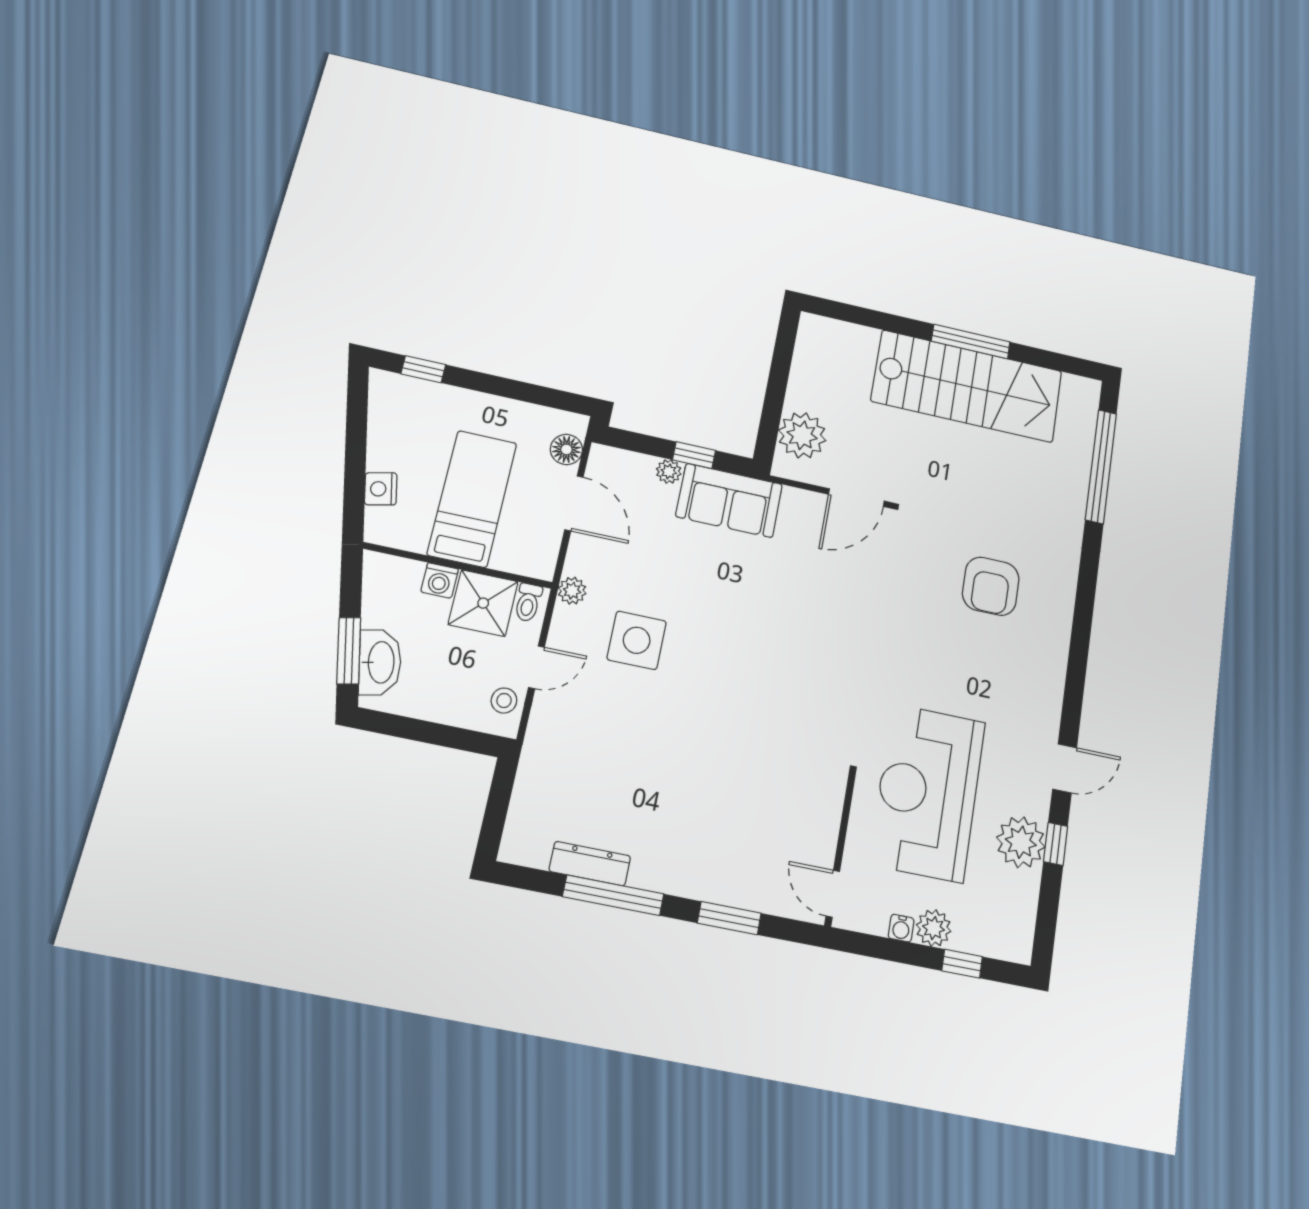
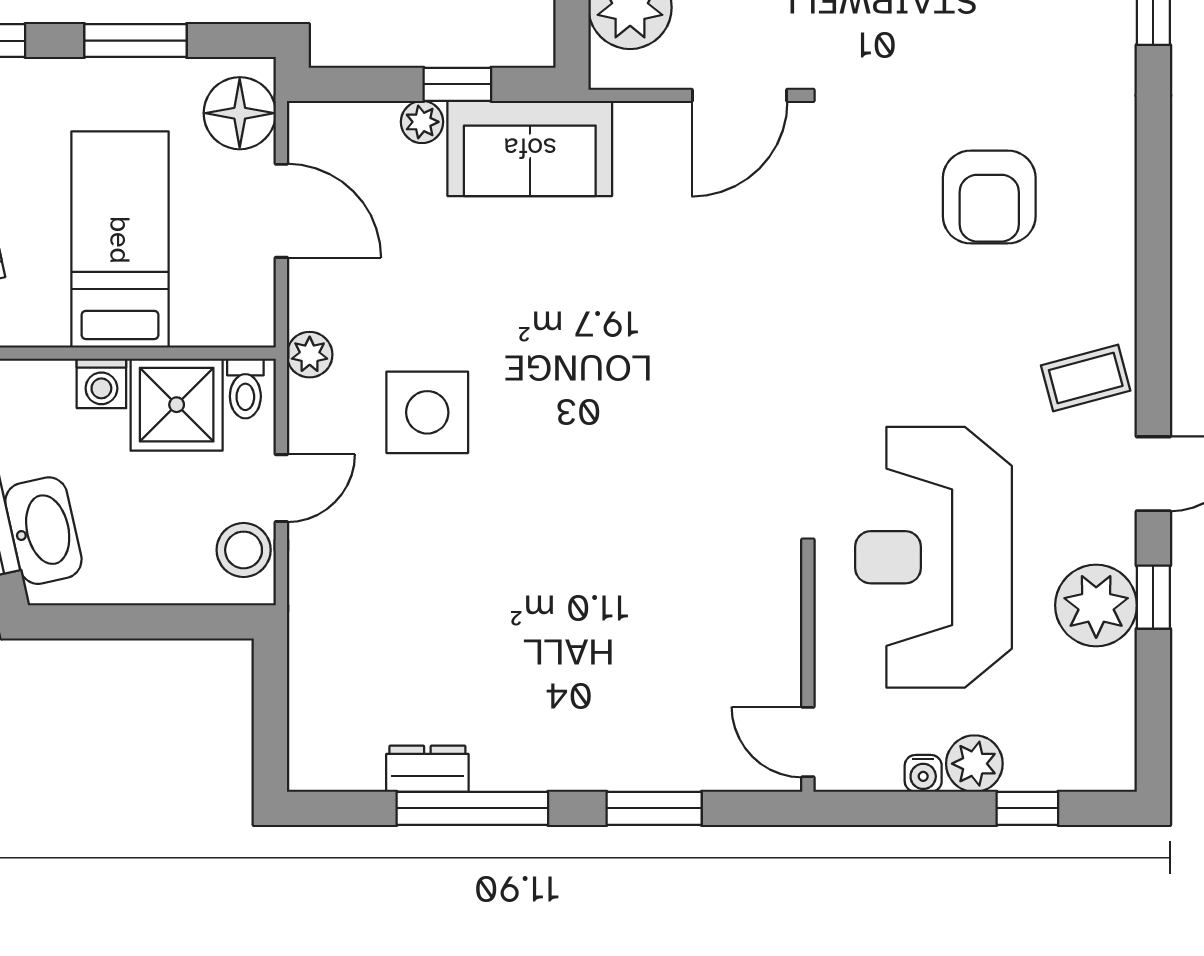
window: (509, 389) -> (135, 41), added
floor lamp: (566, 449) -> (240, 113), width x1.38, depth x1.38
stool: (504, 701) -> (244, 550), width x1.37, depth x1.37
coffee table: (1032, 703) -> (1086, 378), added
dresser: (590, 864) -> (427, 769), width x0.70

